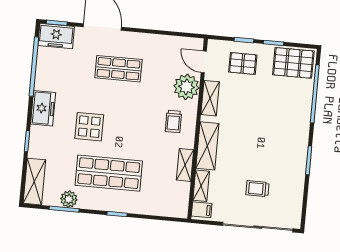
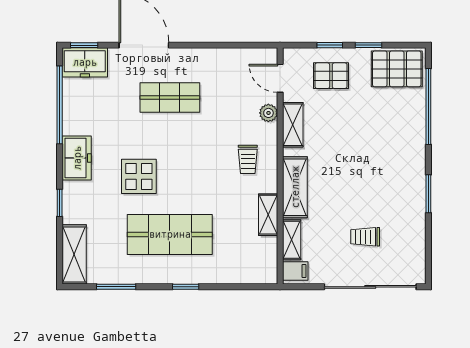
plant: (186, 87) -> (268, 113), width x0.53, depth x0.53
plant: (69, 199) -> (121, 273), removed

